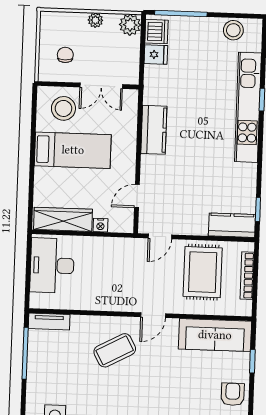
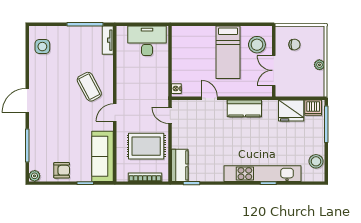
plant: (130, 25) -> (317, 89), removed
fridge: (156, 55) -> (291, 110), width x1.88, depth x1.34
door: (137, 196) -> (209, 98), moved
wardrobe: (63, 219) -> (180, 47), removed
nightstand: (100, 225) -> (176, 89), moved
door: (153, 315) -> (115, 113), hinge flipped

